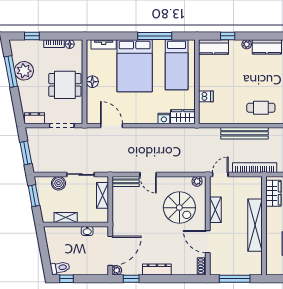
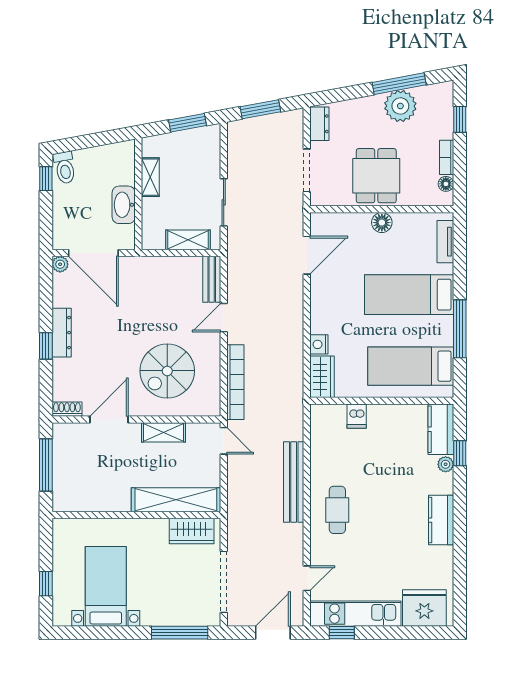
plant: (247, 44) -> (446, 464), moved
bed: (135, 66) -> (409, 295), width x0.67
bookcase: (255, 168) -> (235, 382), moved
plant: (197, 181) -> (212, 401), removed
boiler: (58, 183) -> (209, 165), removed
shelving: (255, 225) -> (176, 500), moved
washbasin: (87, 231) -> (124, 205), width x1.91, depth x1.45
window: (131, 279) -> (46, 346), moved

